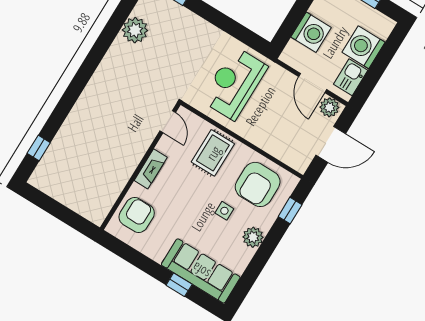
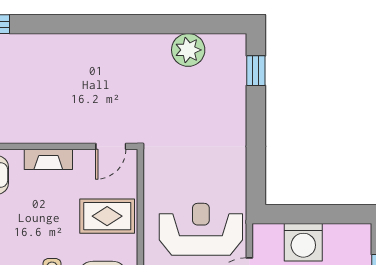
reception desk: (234, 83) -> (201, 229), moved

